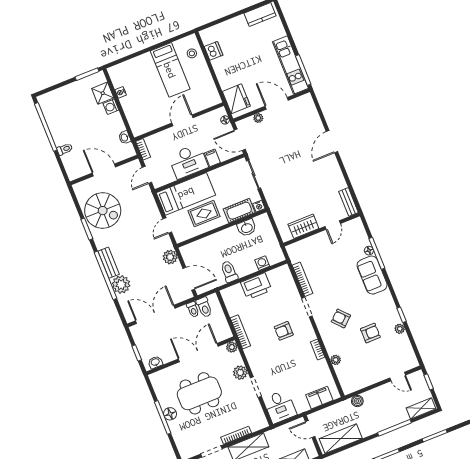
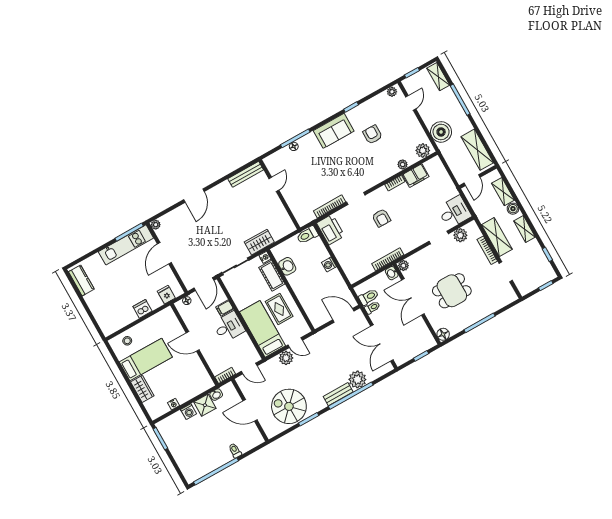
dishwasher: (214, 51) -> (142, 309), moved
wardrobe: (141, 62) -> (142, 389), added
shower: (103, 93) -> (205, 405), moved
fridge: (236, 99) -> (166, 295), width x0.53, depth x0.75
plant: (258, 118) -> (156, 225), moved
door: (332, 142) -> (194, 196), hinge flipped
desk: (188, 161) -> (229, 327), width x0.73
door: (104, 170) -> (250, 410), hinge flipped
bench: (349, 202) -> (246, 174), width x1.36
spiral stairs: (103, 211) -> (289, 406), turned -90
door: (333, 225) -> (274, 184), hinge flipped
wardrobe: (303, 226) -> (259, 242), moved, turned 90
plant: (170, 257) -> (286, 358), moved
washing machine: (262, 263) -> (329, 264), moved
toilet: (229, 272) -> (307, 235), moved
sofa: (372, 275) -> (334, 131), moved
door: (189, 279) -> (343, 315), hinge flipped
printer: (256, 286) -> (331, 230), moved
armchair: (341, 318) -> (362, 165), removed
plant: (400, 329) -> (392, 92), moved
washbasin: (155, 362) -> (392, 273), moved
plant: (240, 373) -> (460, 235), moved
plant: (347, 382) -> (423, 150), added
dining table: (199, 393) -> (452, 291), width x0.73
filing cabinet: (319, 398) -> (416, 176), moved, turned -90
boiler: (357, 401) -> (441, 132), width x1.86, depth x1.86
floor lamp: (170, 414) -> (443, 334), moved

